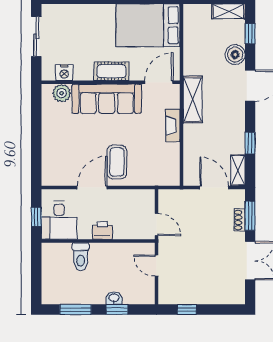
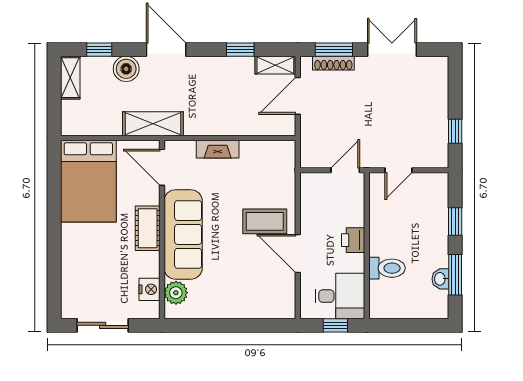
shelving: (193, 100) -> (153, 124), moved
shoe rack: (240, 220) -> (333, 63), width x1.43
washbasin: (114, 298) -> (440, 279), moved

